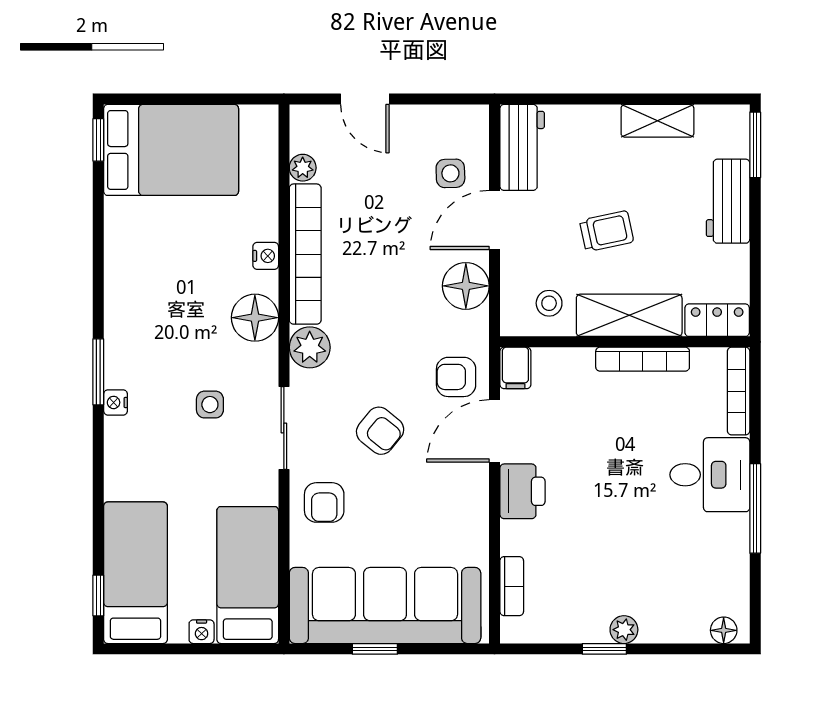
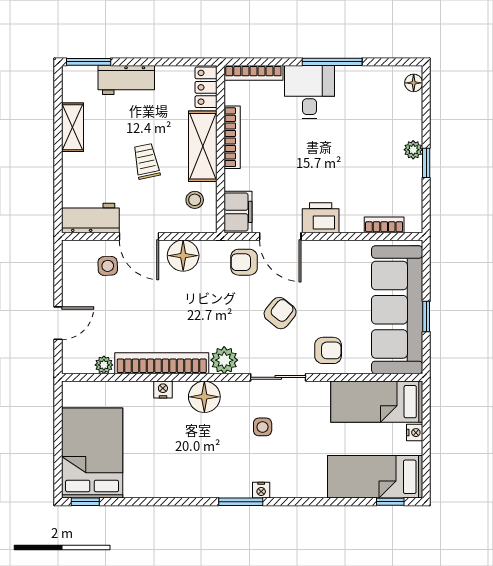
filing cabinet: (515, 368) -> (238, 212), width x2.00
armchair: (456, 377) -> (244, 262), turned 90

